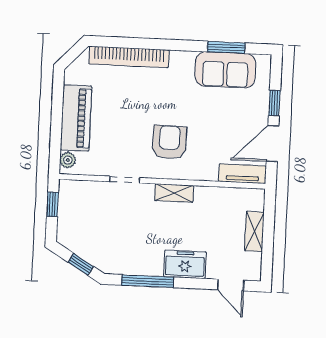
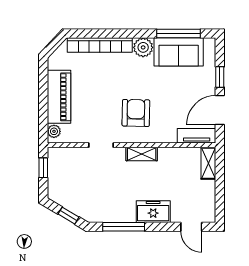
window: (226, 47) -> (179, 34), width x1.44
plant: (182, 62) -> (143, 47), added
shelving: (254, 231) -> (208, 163), moved

